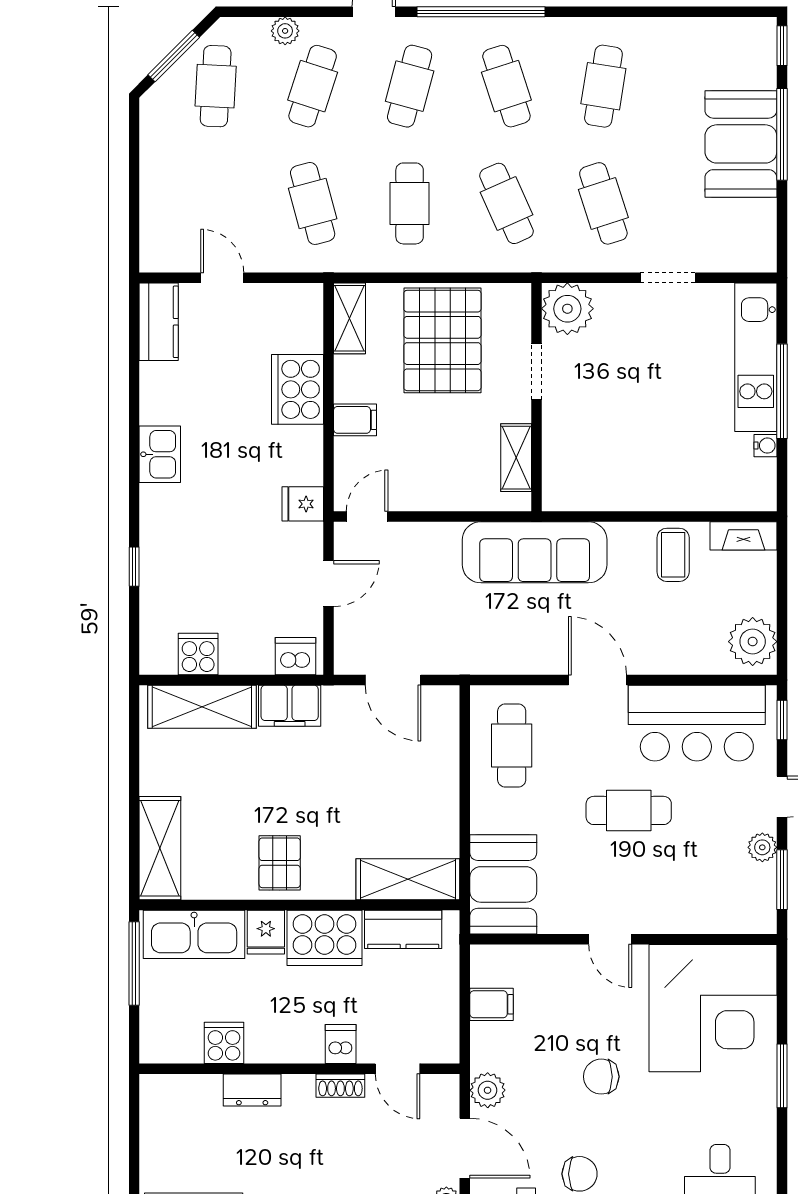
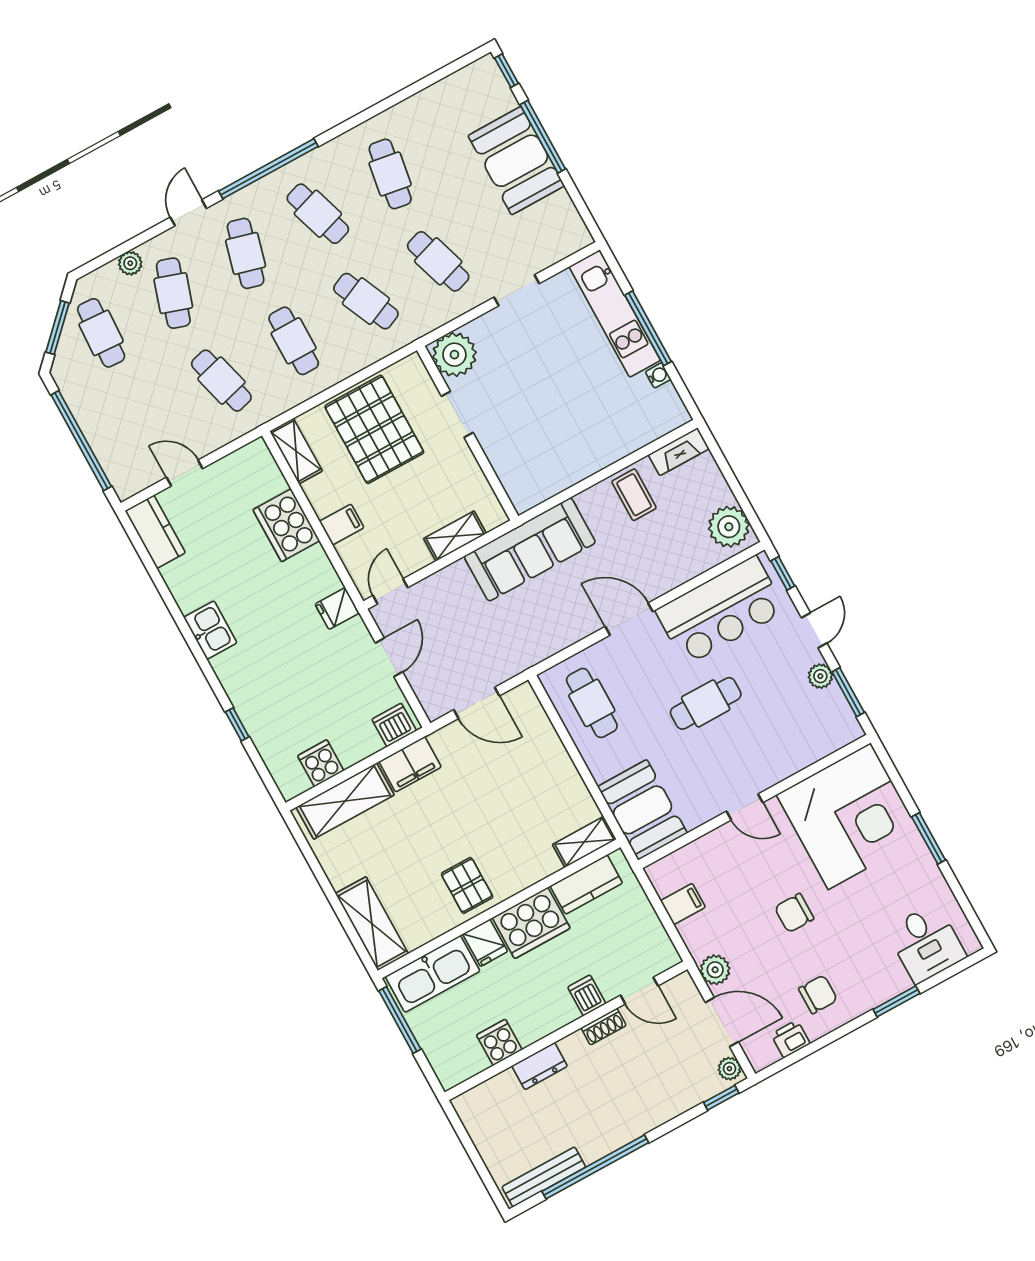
window: (134, 186) -> (81, 441), added
shelving: (516, 458) -> (455, 536), moved, turned 90
shelving: (408, 879) -> (584, 842), width x0.67, depth x0.75

